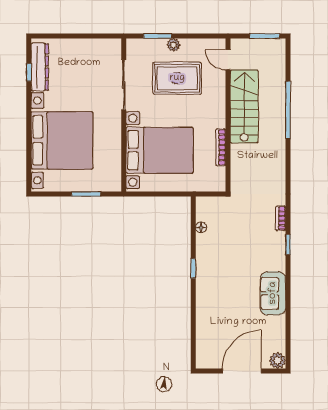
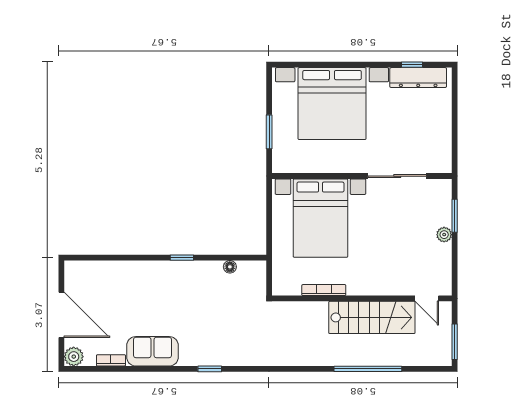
door: (228, 60) -> (427, 298), swing flipped
rug: (177, 78) -> (405, 239), removed
bookcase: (281, 218) -> (111, 360), moved

